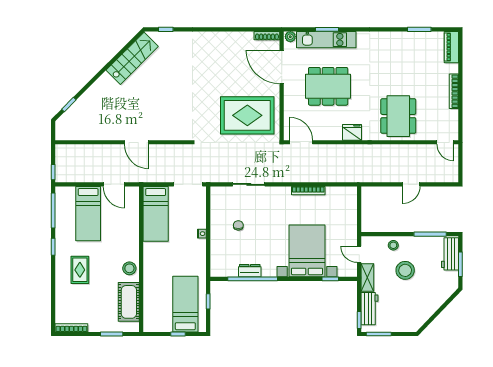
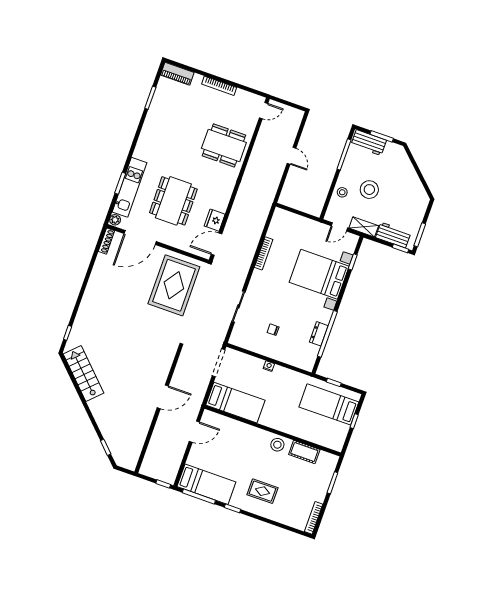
fridge: (352, 132) -> (215, 220), moved
bed: (88, 214) -> (206, 484), moved
cot: (129, 302) -> (304, 452), width x0.73, depth x0.75

